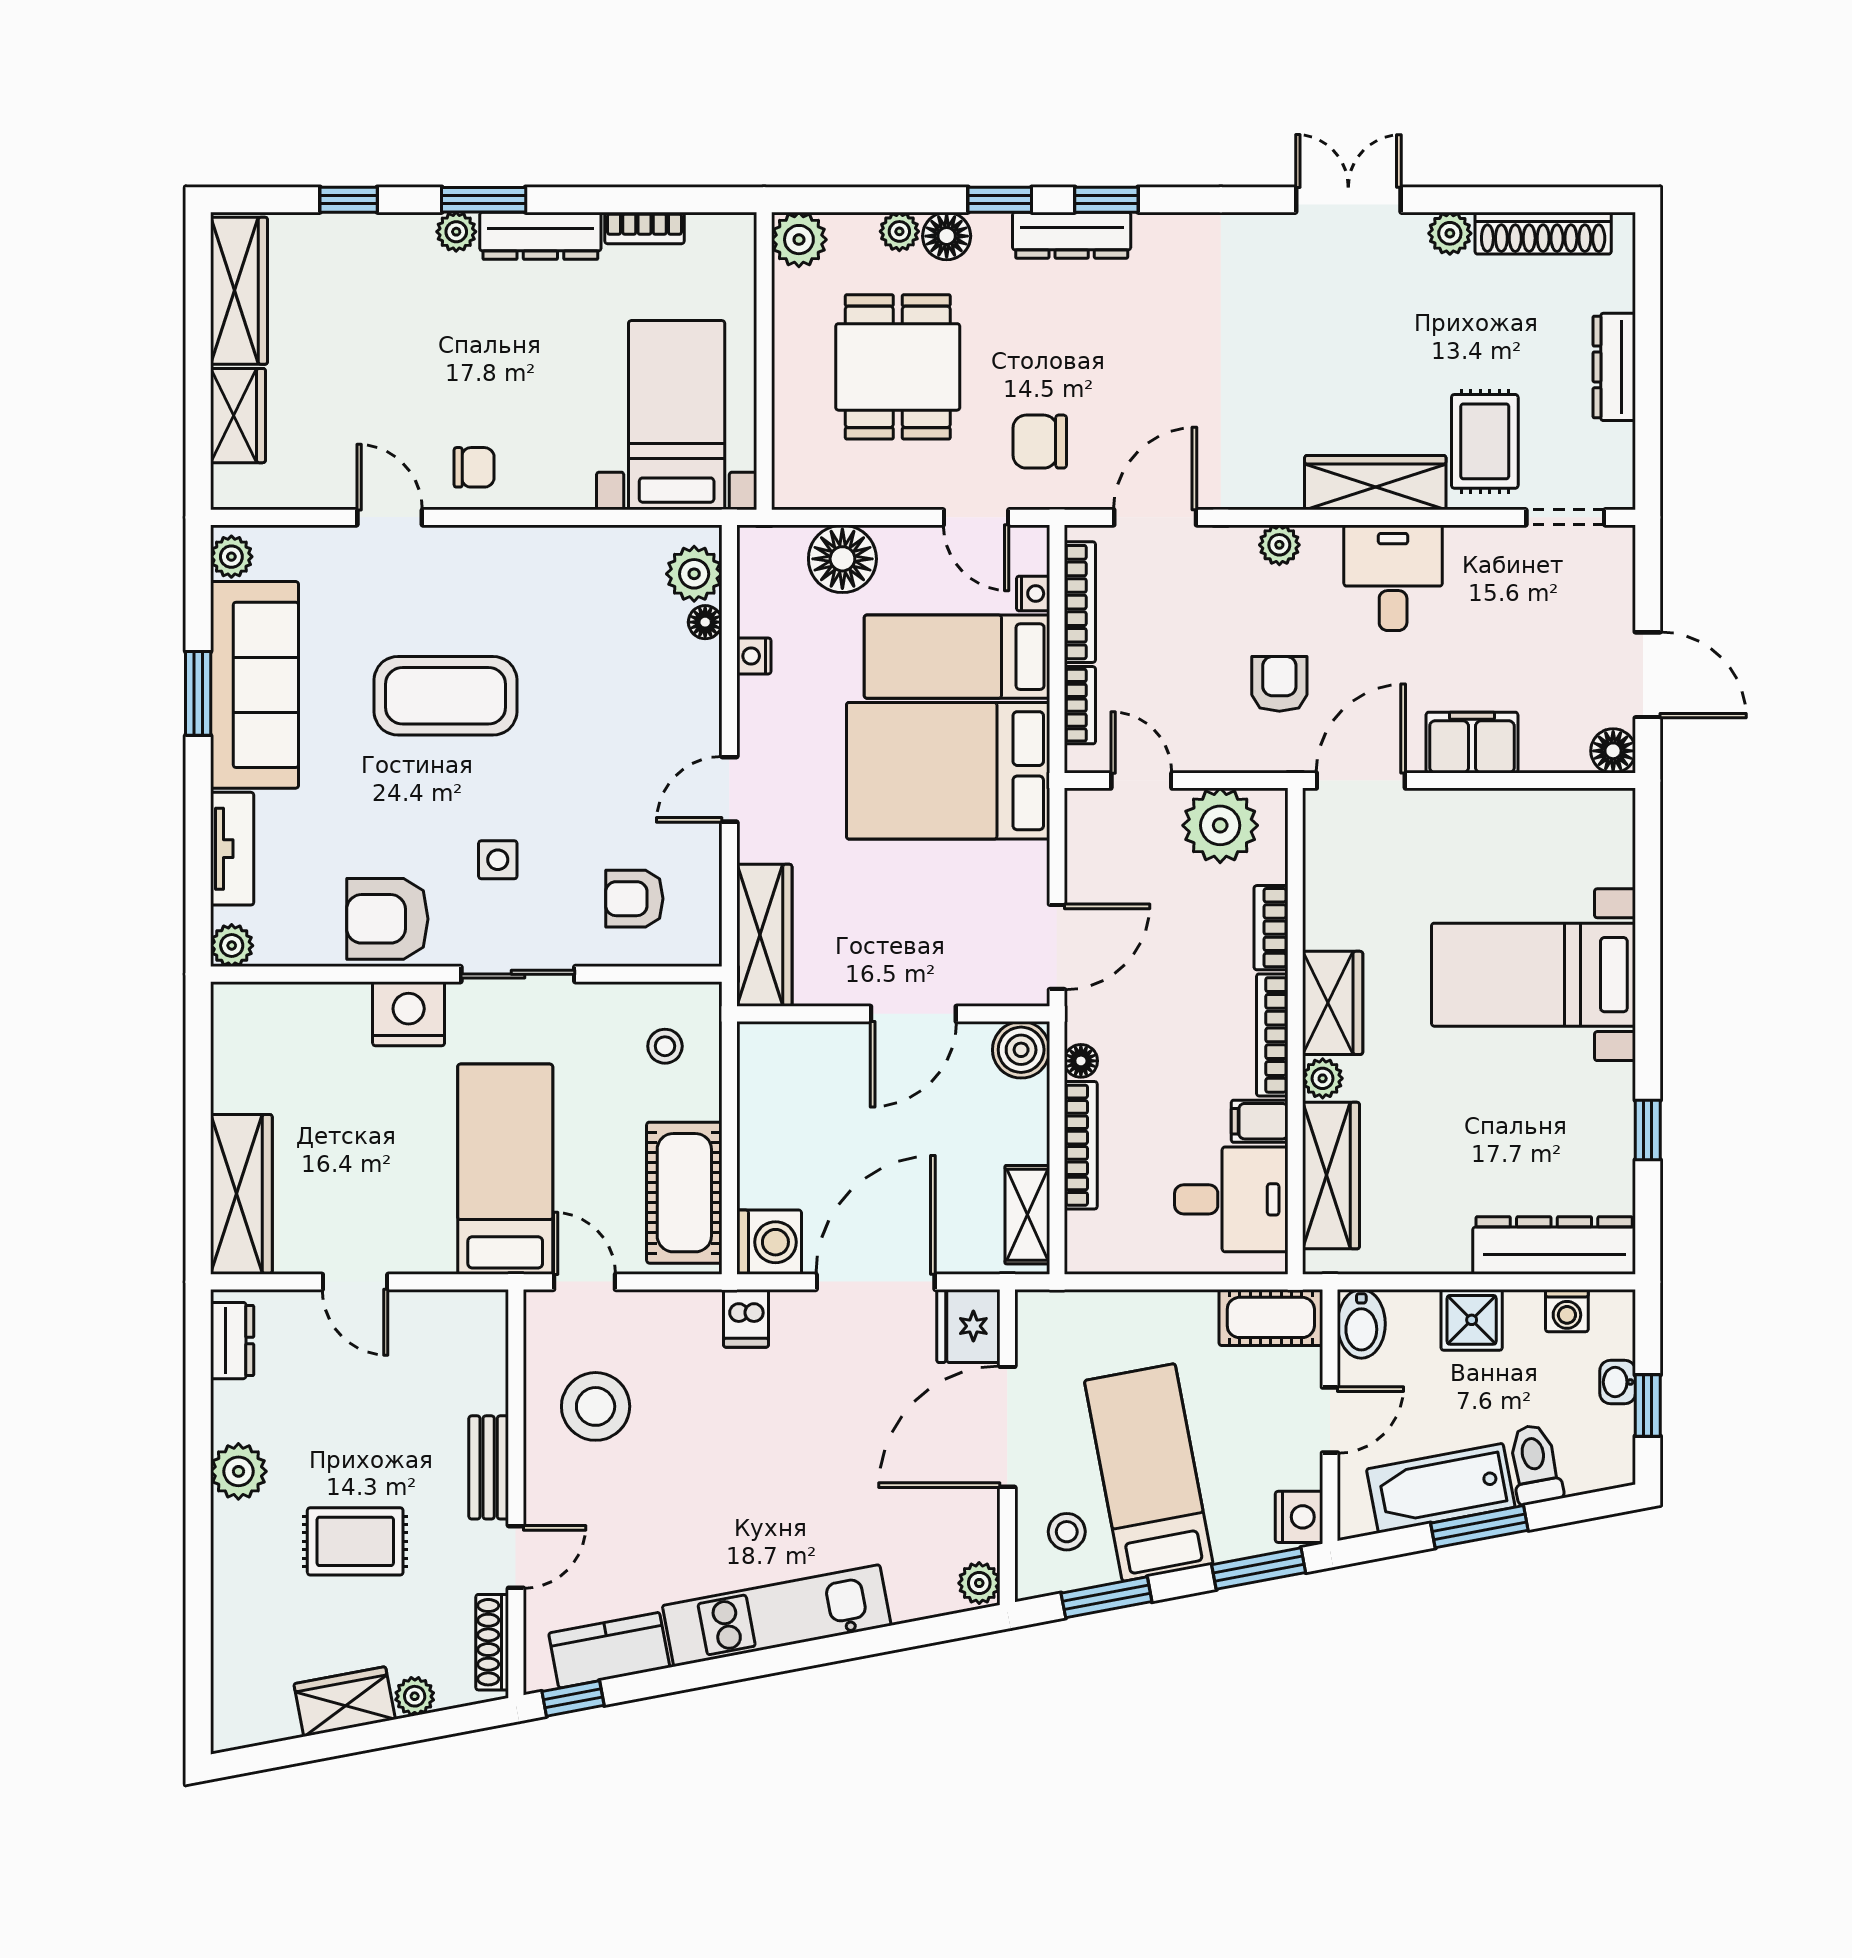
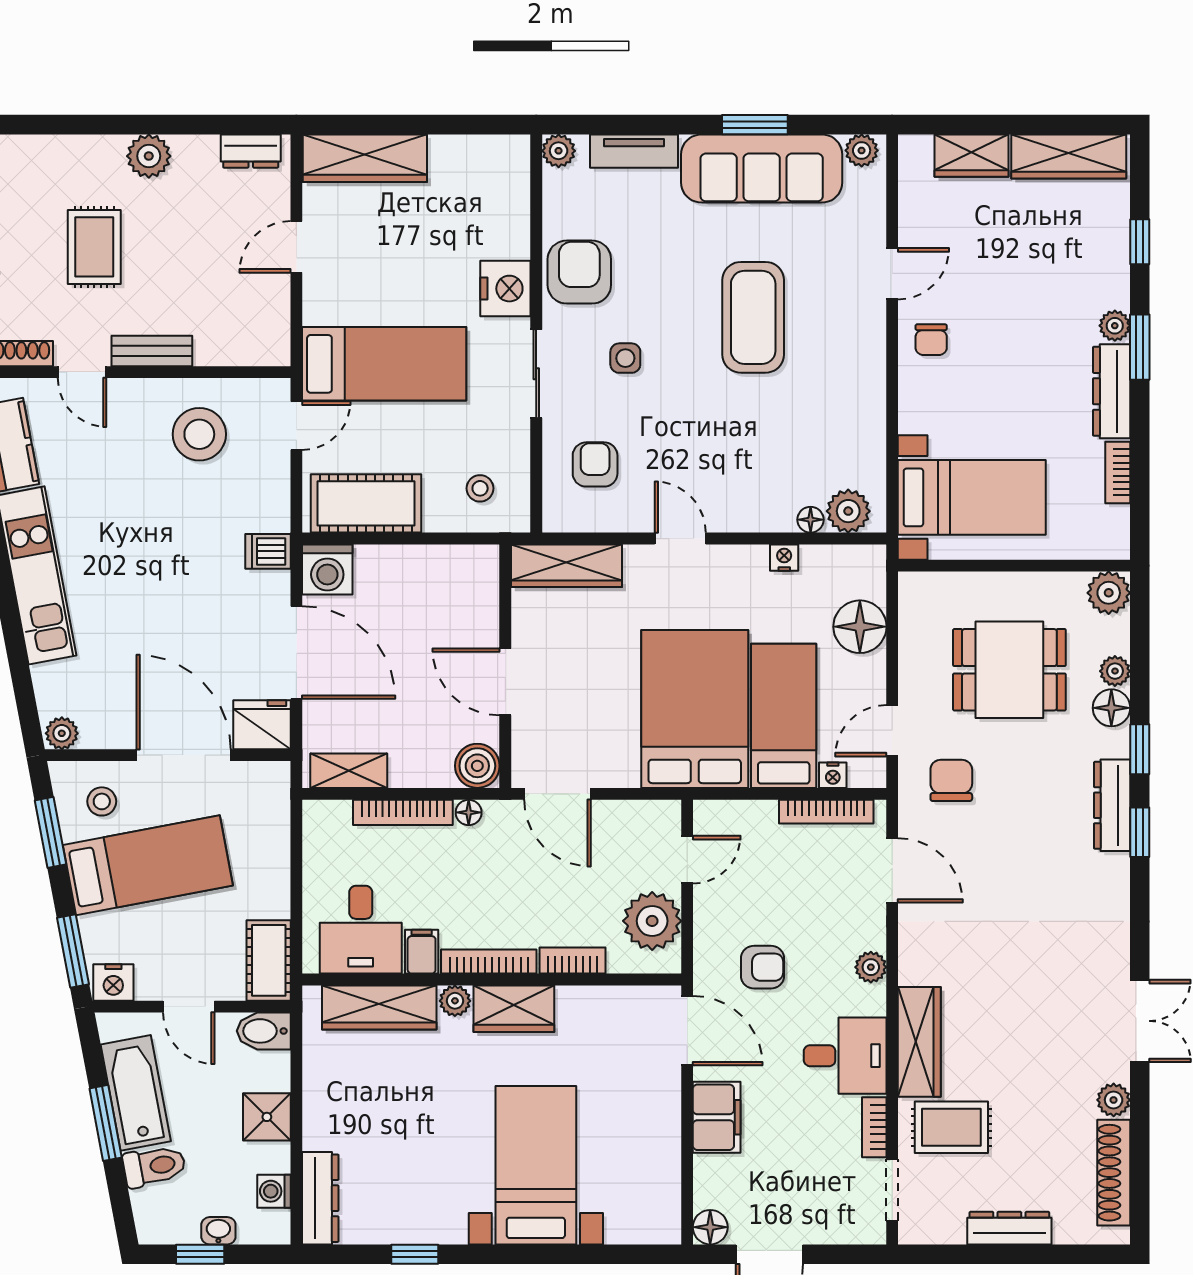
bookcase: (1080, 705) -> (874, 1127), moved, turned 90
dresser: (1554, 1246) -> (320, 1198), width x0.73, depth x0.80

